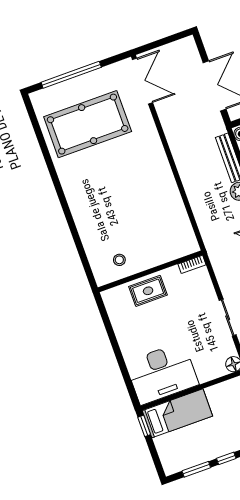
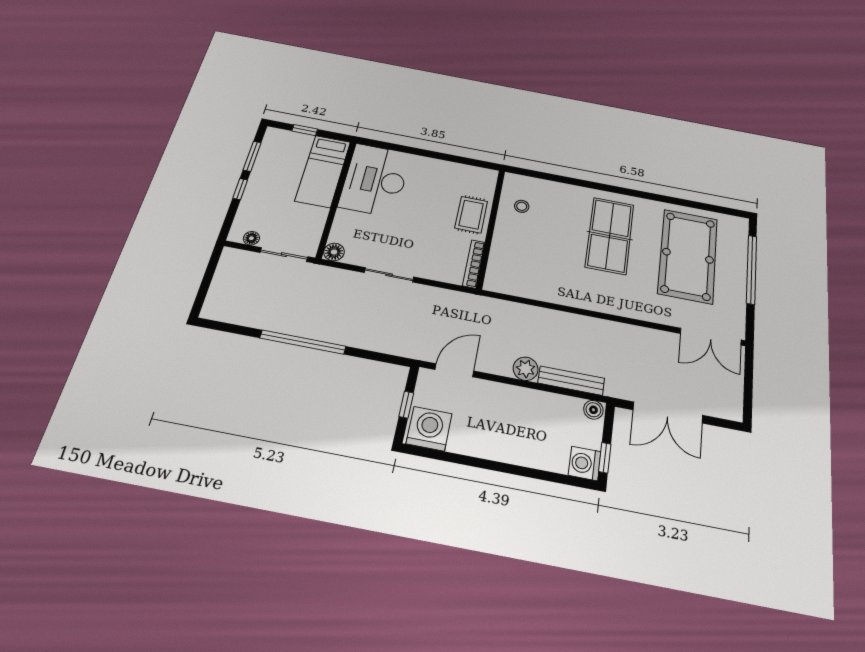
table tennis table: (105, 186) -> (610, 235), added
bookcase: (192, 264) -> (474, 264), width x1.56
window: (144, 426) -> (305, 130), moved

